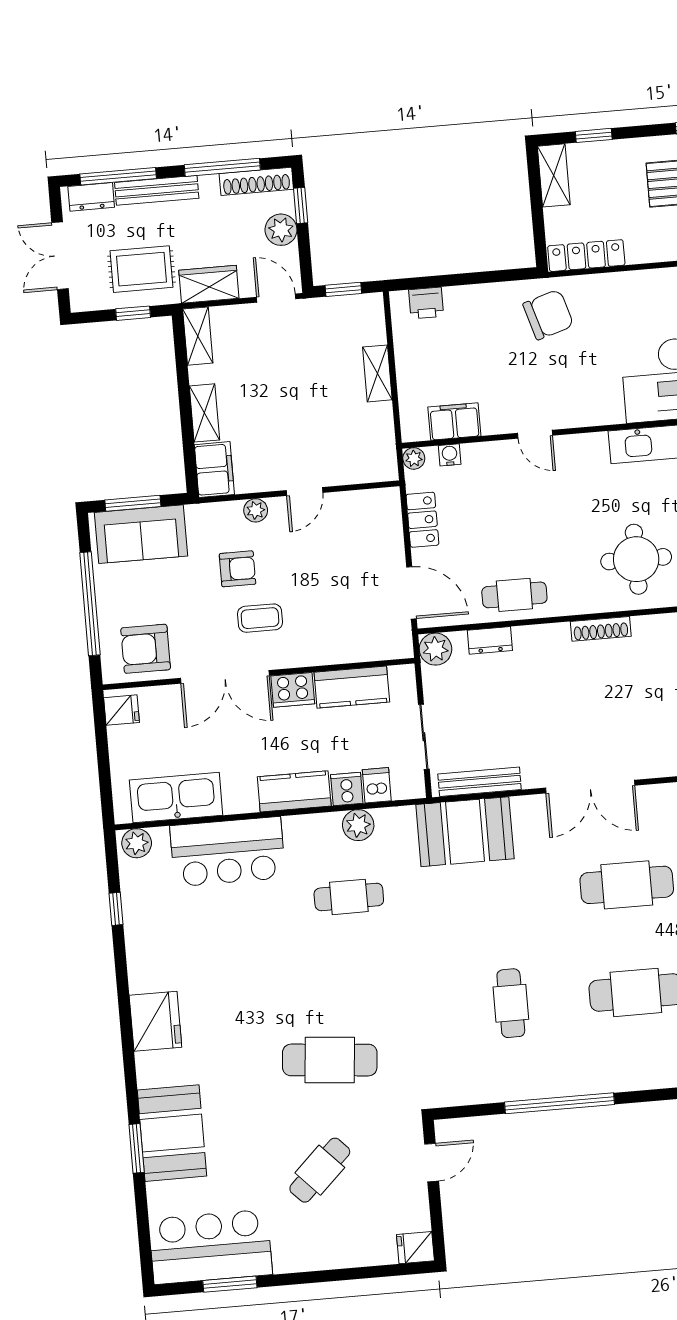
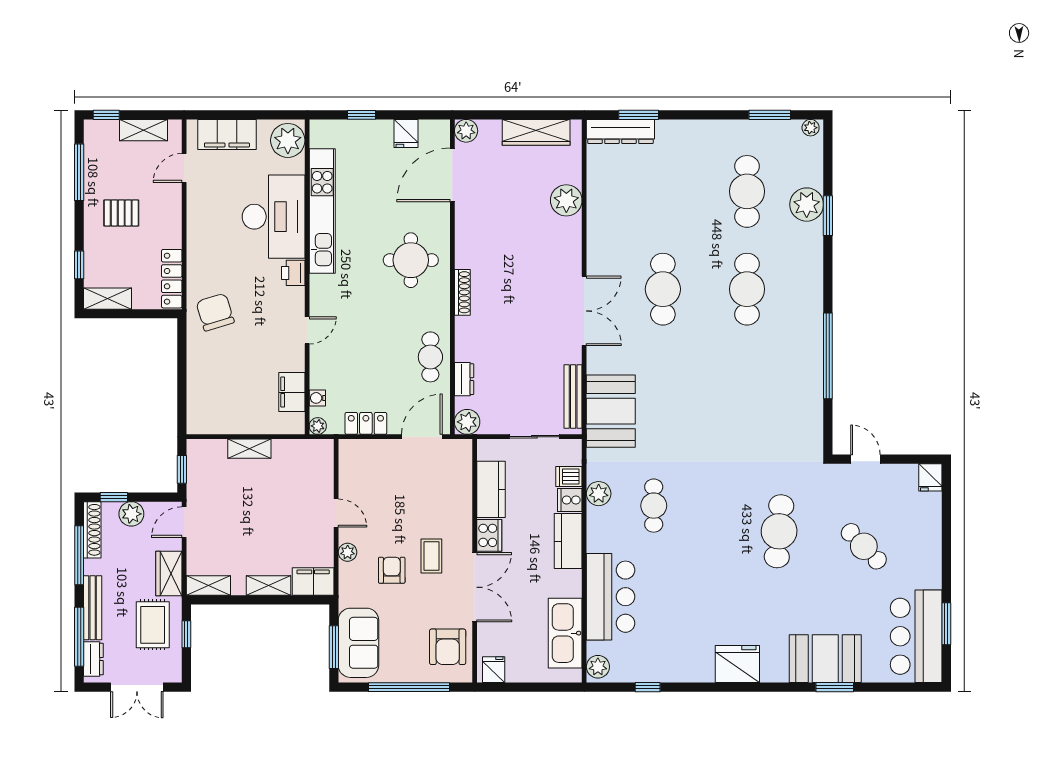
printer: (426, 303) -> (293, 273), moved, turned 180
cafe table: (511, 1003) -> (747, 387), removed

